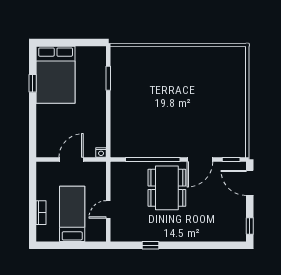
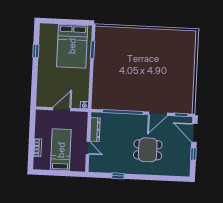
bed: (56, 75) -> (72, 46), moved
dresser: (117, 185) -> (95, 130), added
dining table: (167, 188) -> (148, 150), moved, width x0.73
door: (108, 209) -> (88, 148), swing flipped
window: (250, 226) -> (193, 154), moved

